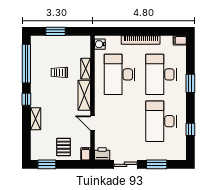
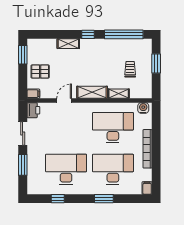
trolley: (59, 72) -> (130, 69), moved

